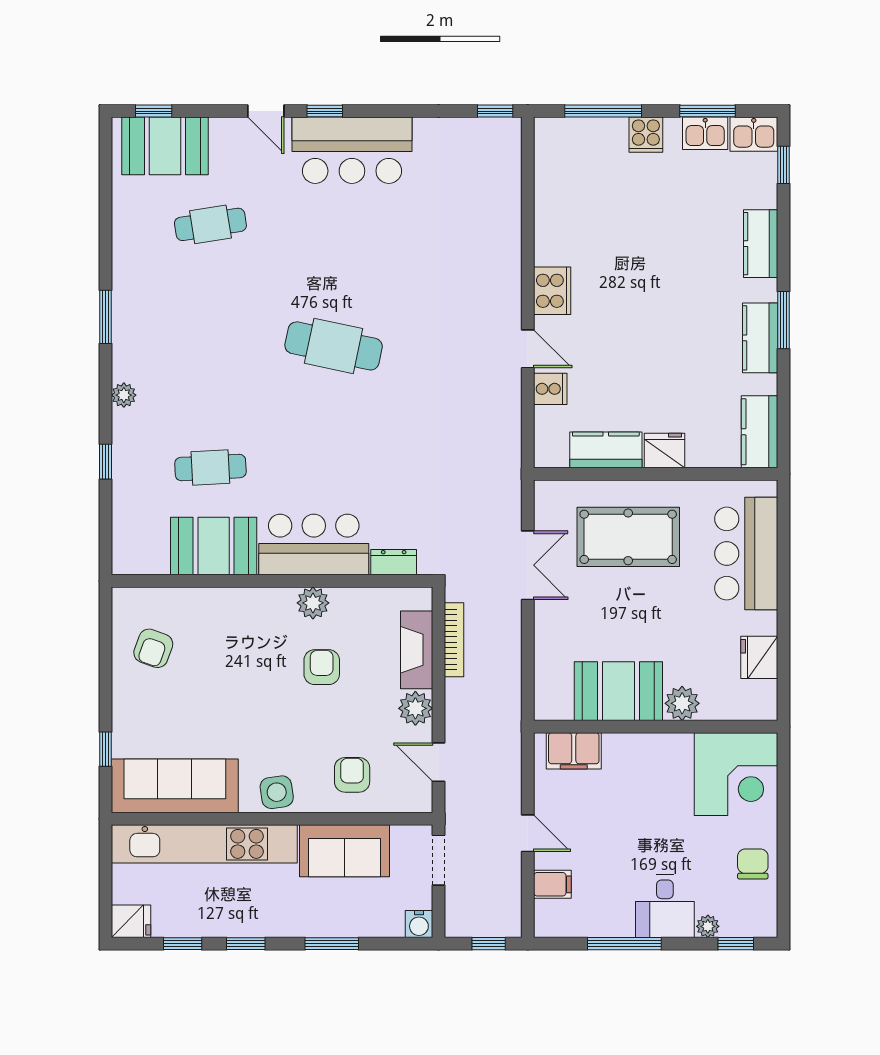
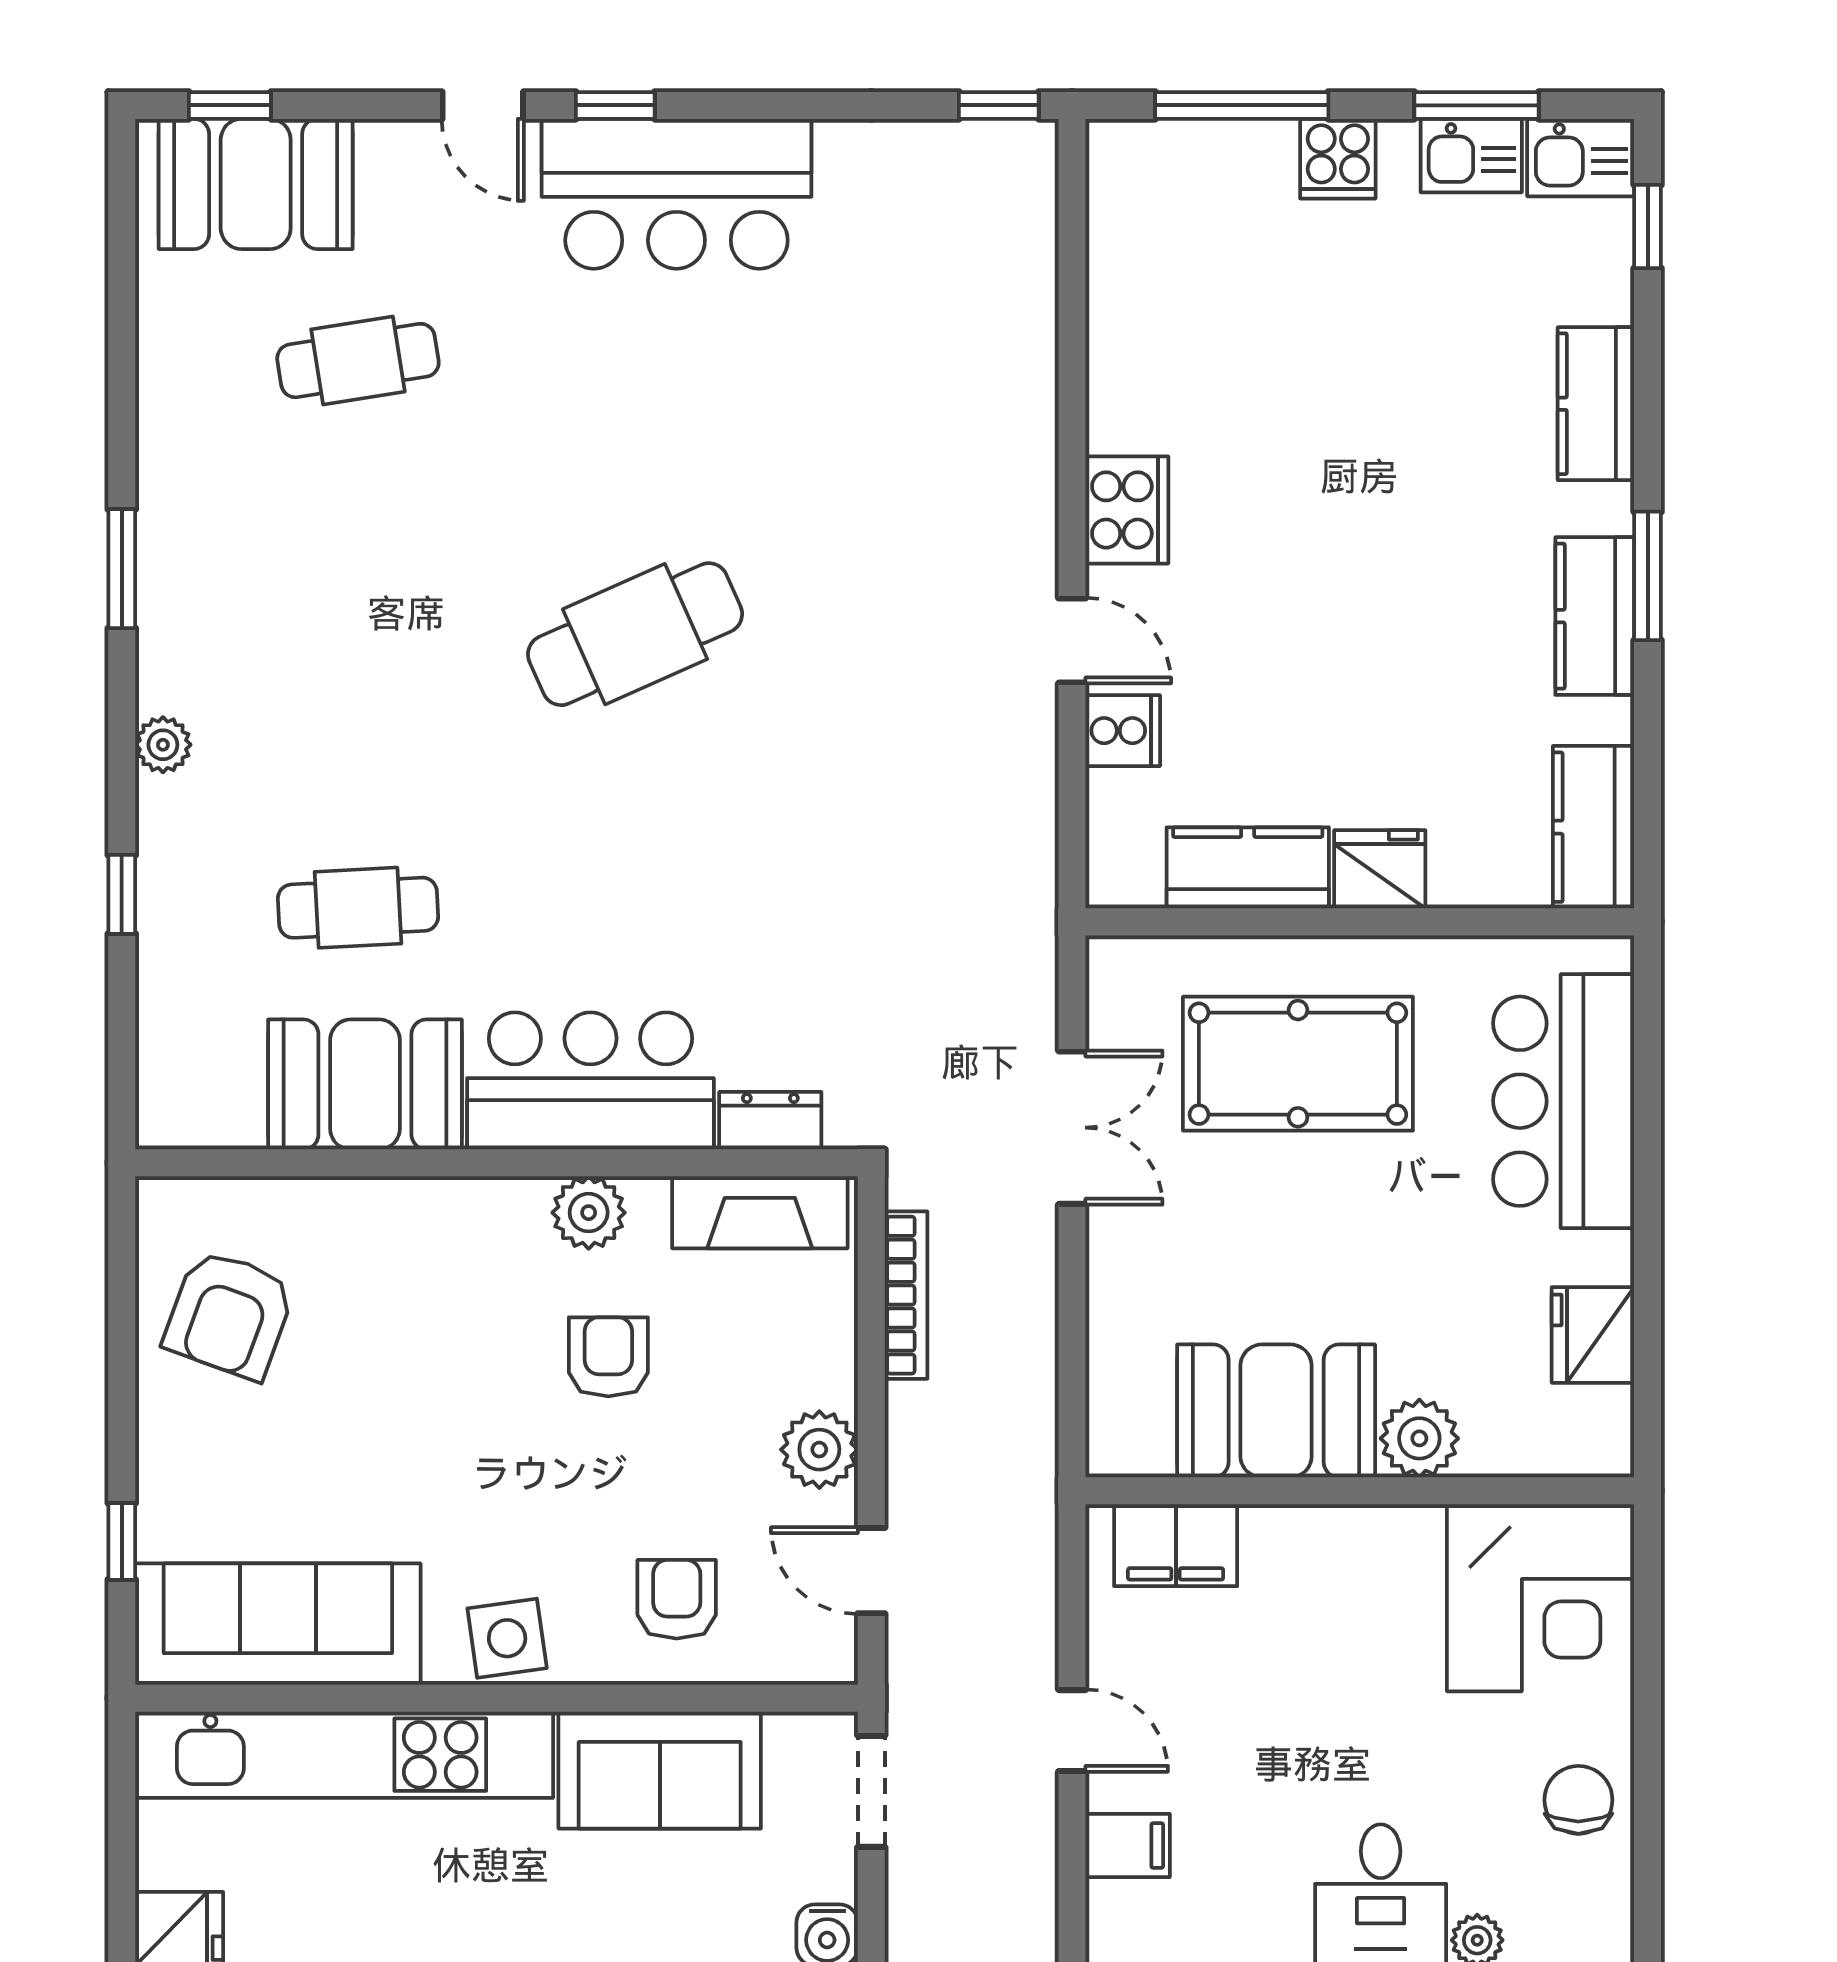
cafe table: (334, 346) -> (635, 634), turned -36
armchair: (153, 648) -> (229, 1314), width x1.38, depth x1.38
fireplace: (417, 650) -> (760, 1212), moved, turned -90

